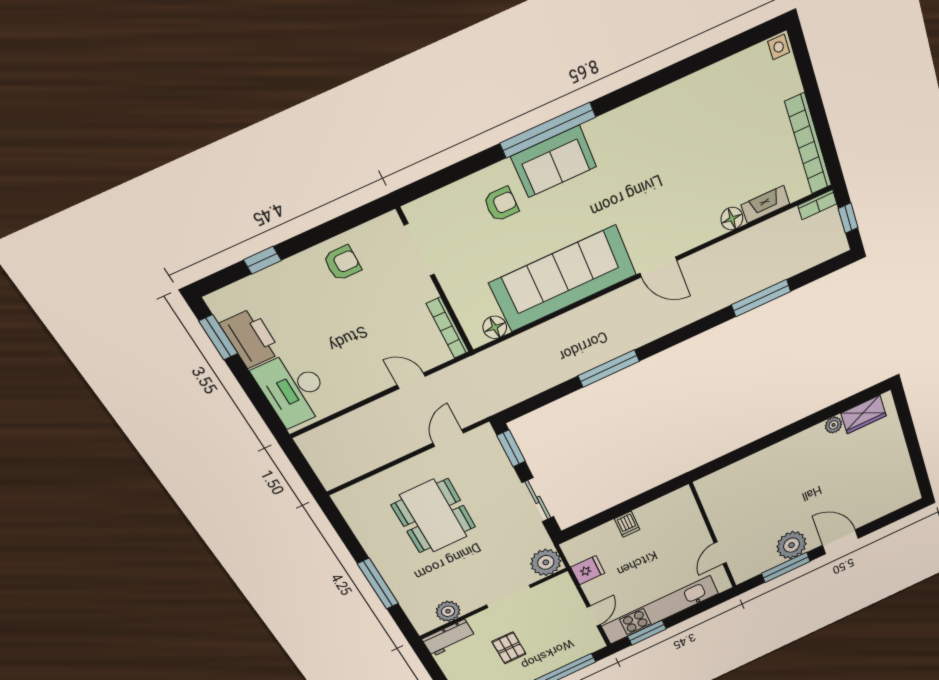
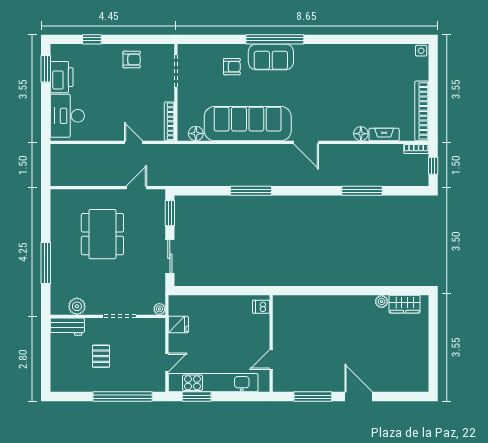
dishwasher: (627, 524) -> (261, 307), moved, turned 90
plant: (792, 545) -> (323, 380), removed
plant: (546, 562) -> (159, 309), width x0.53, depth x0.53

